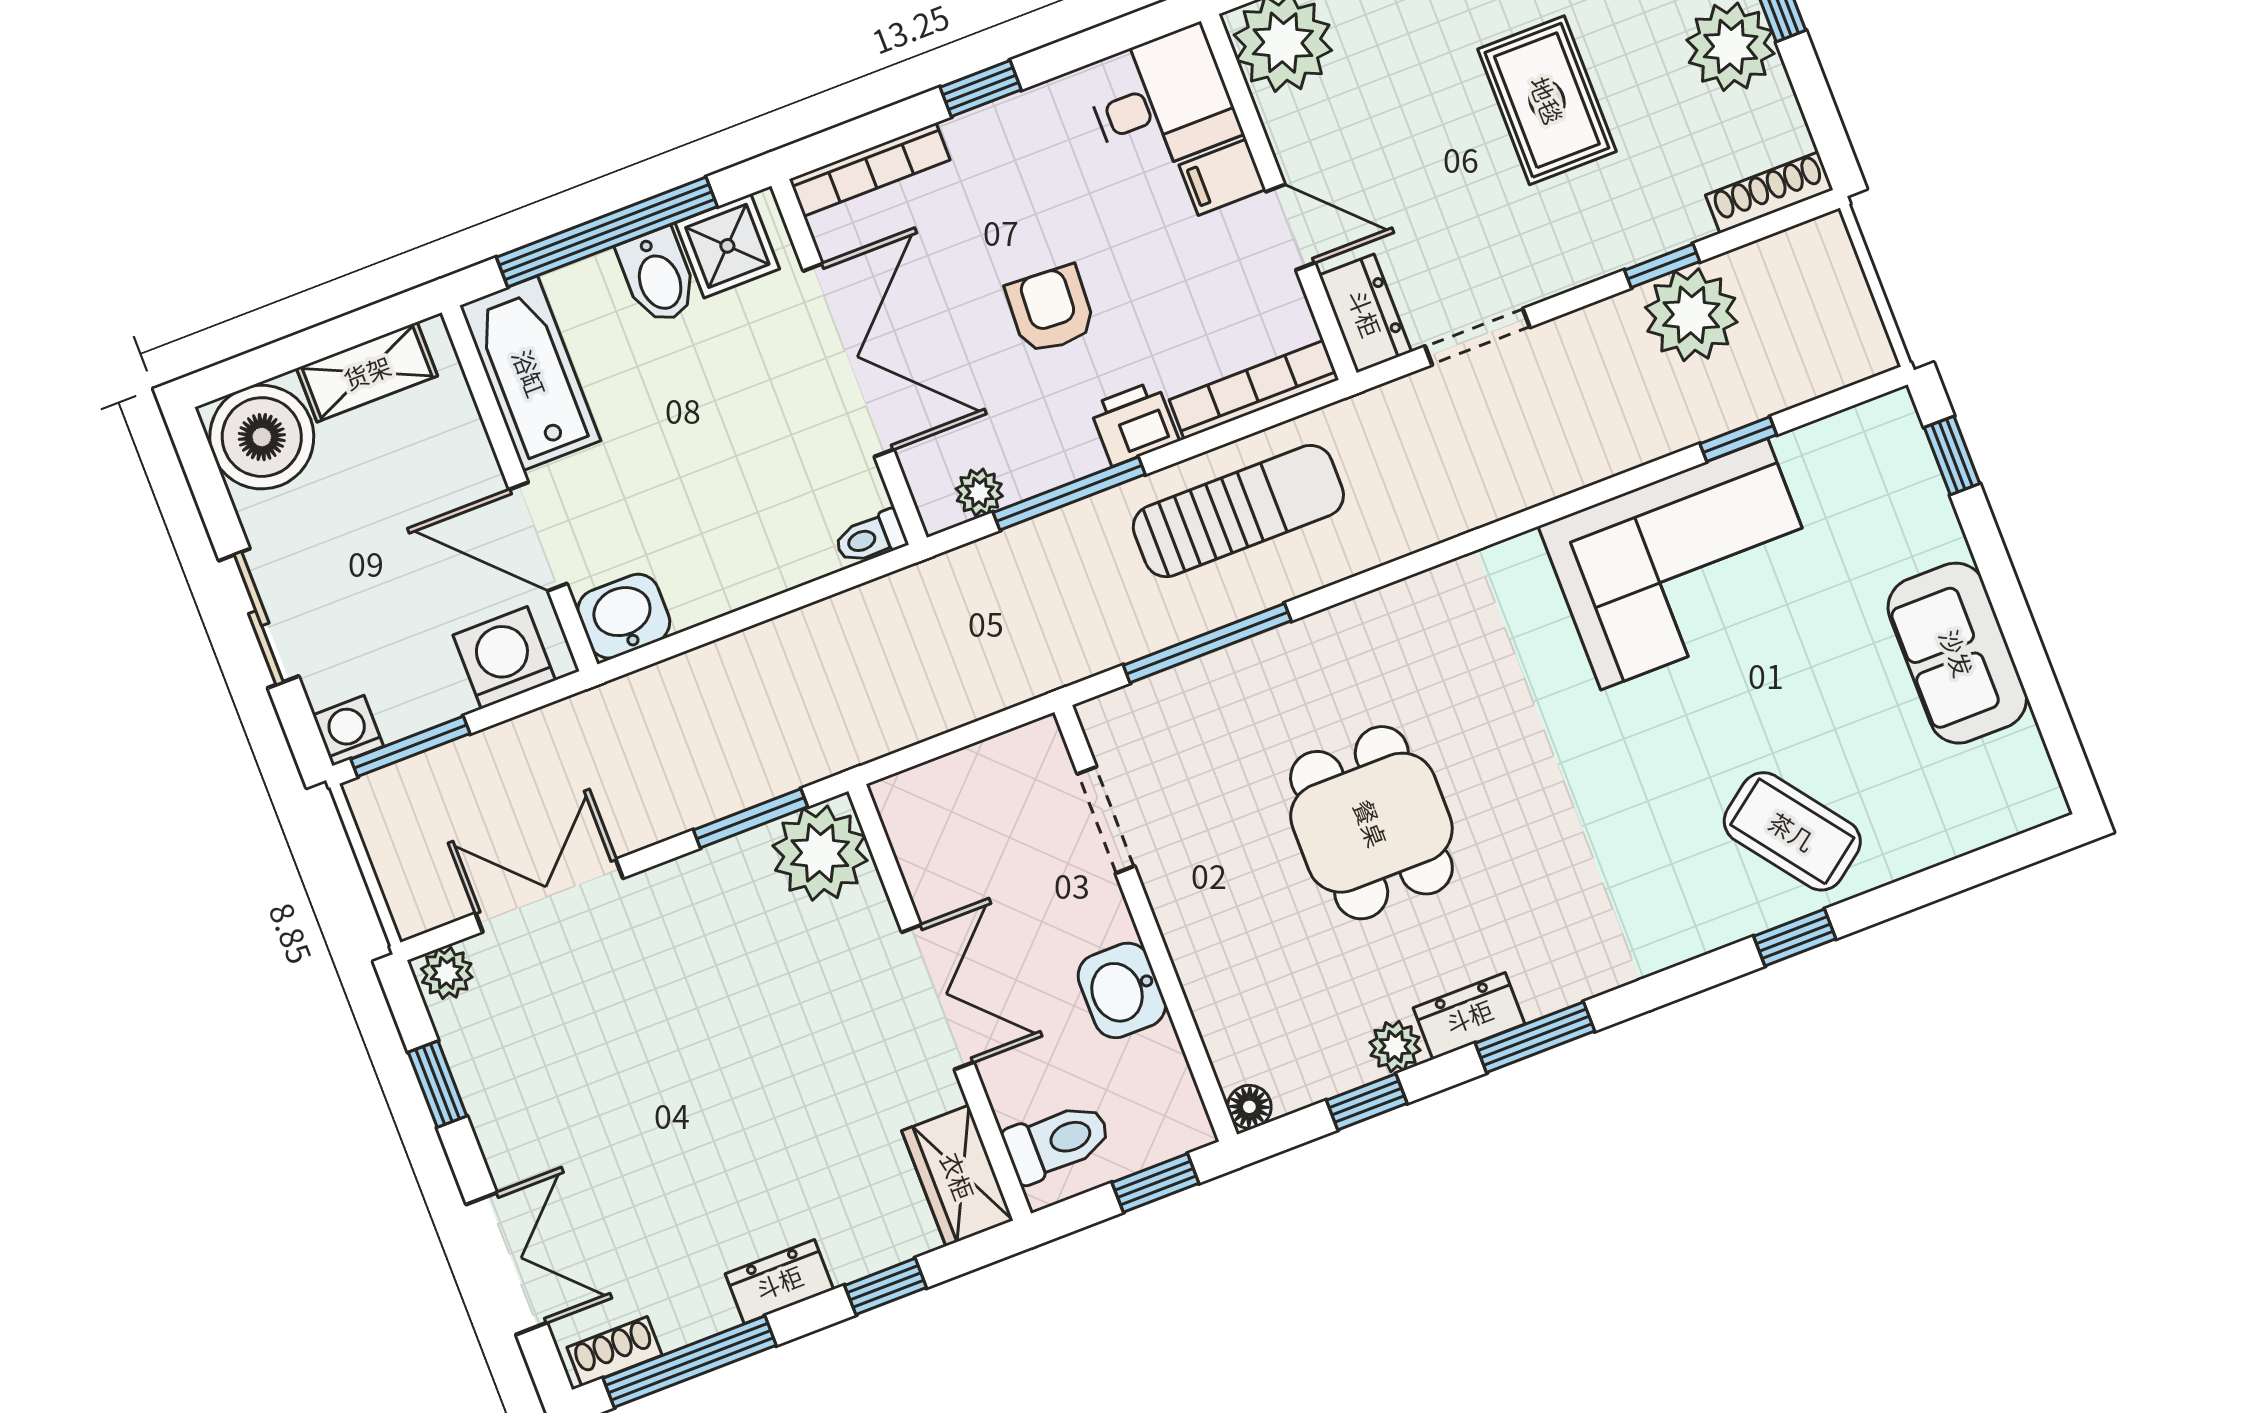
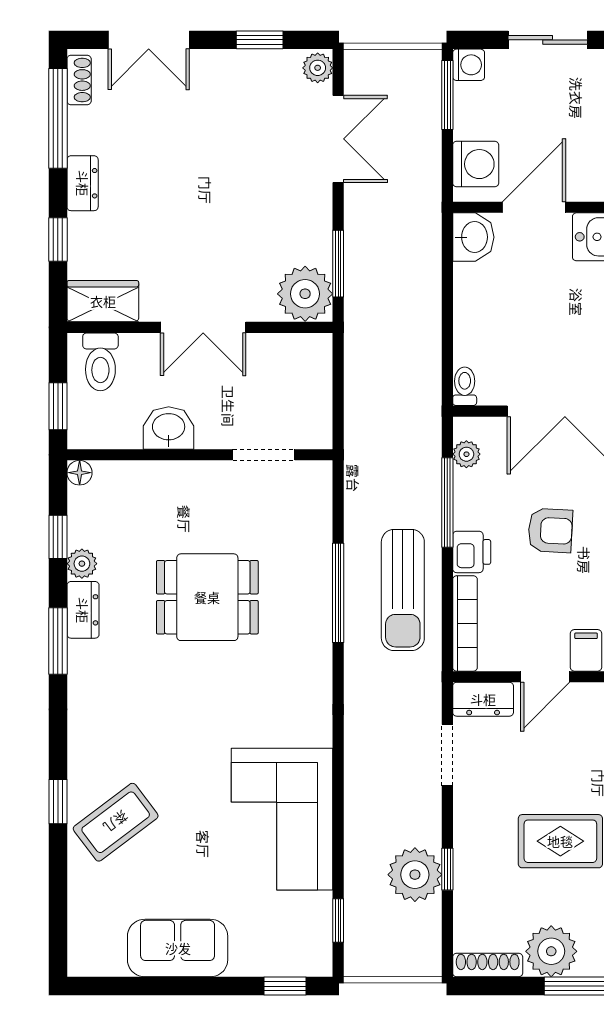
shoe rack: (1769, 193) -> (488, 965), moved, turned -90
window: (1738, 439) -> (338, 920), moved
window: (1207, 643) -> (338, 593), moved

